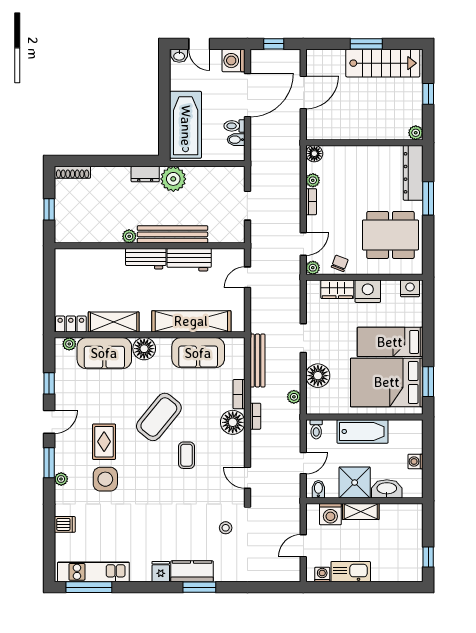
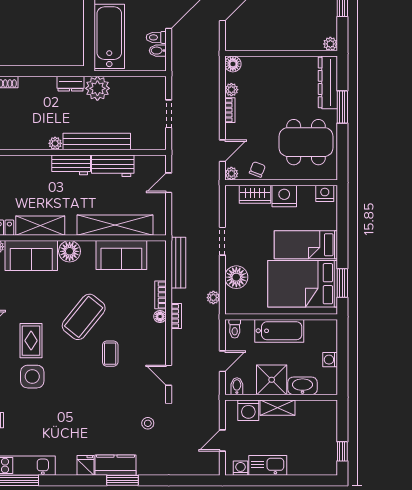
floor lamp: (233, 422) -> (160, 317), width x0.53, depth x0.53

